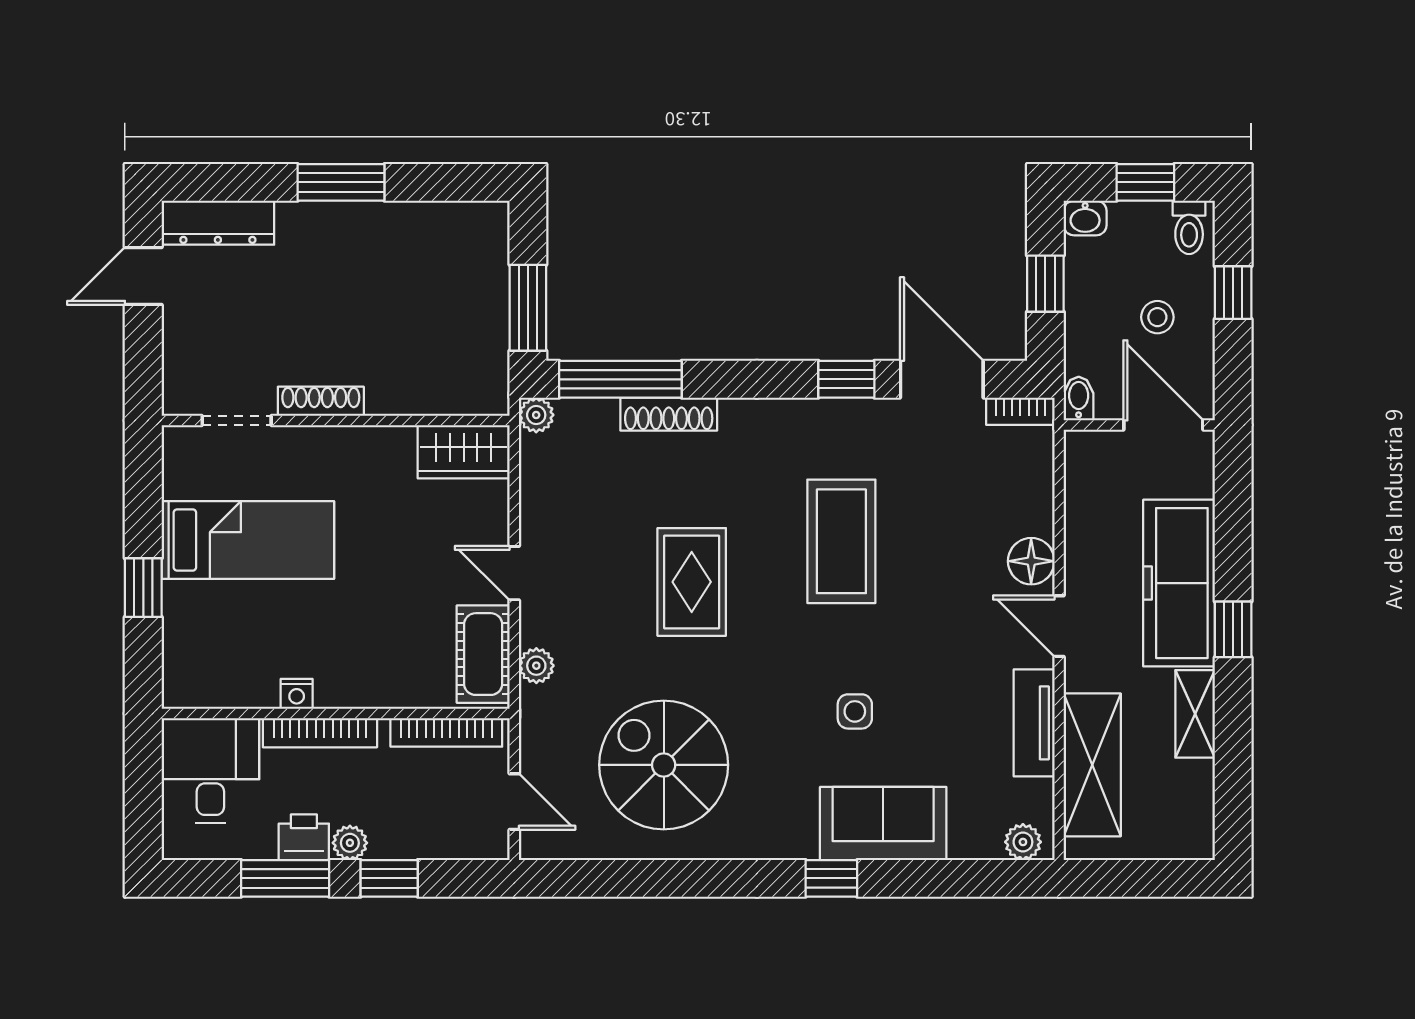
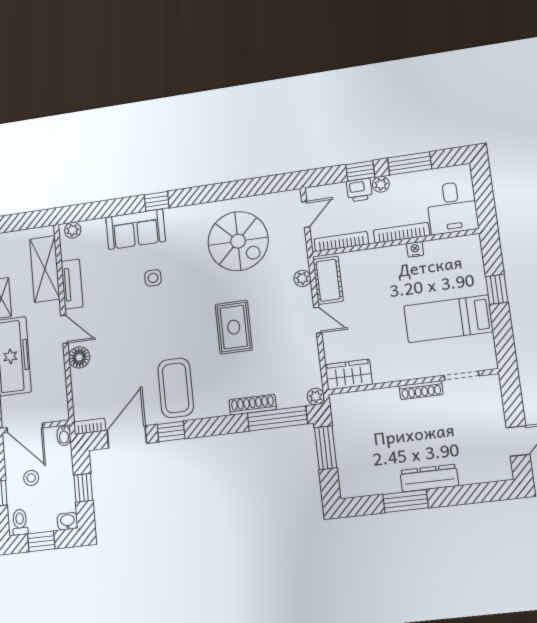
window: (341, 182) -> (406, 501), moved
dresser: (218, 223) -> (429, 478), moved
door: (942, 379) -> (127, 437), swing flipped
coffee table: (841, 541) -> (176, 388), moved
door: (514, 802) -> (306, 214), swing flipped
printer: (304, 837) -> (359, 190), moved

